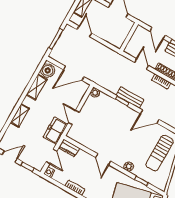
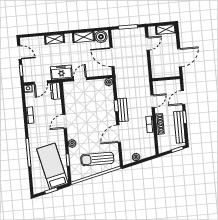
door: (150, 117) -> (119, 134), hinge flipped

